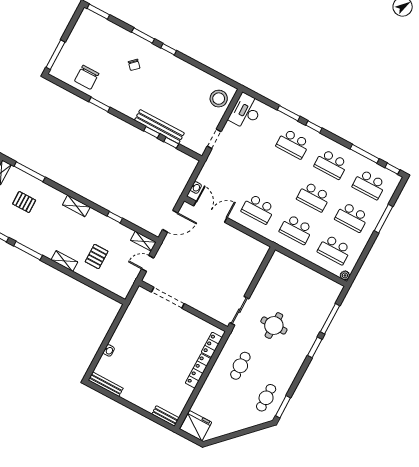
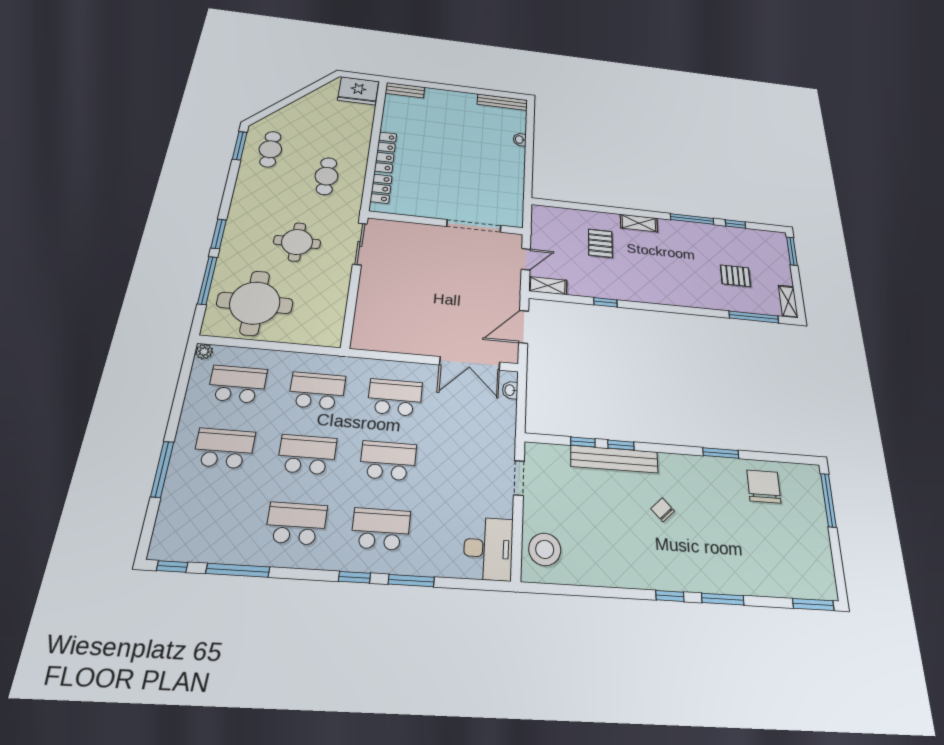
chair: (134, 65) -> (663, 510), moved
school desk: (369, 185) -> (388, 461), moved
shelving: (76, 206) -> (666, 297), removed
round table: (310, 295) -> (255, 303), added

